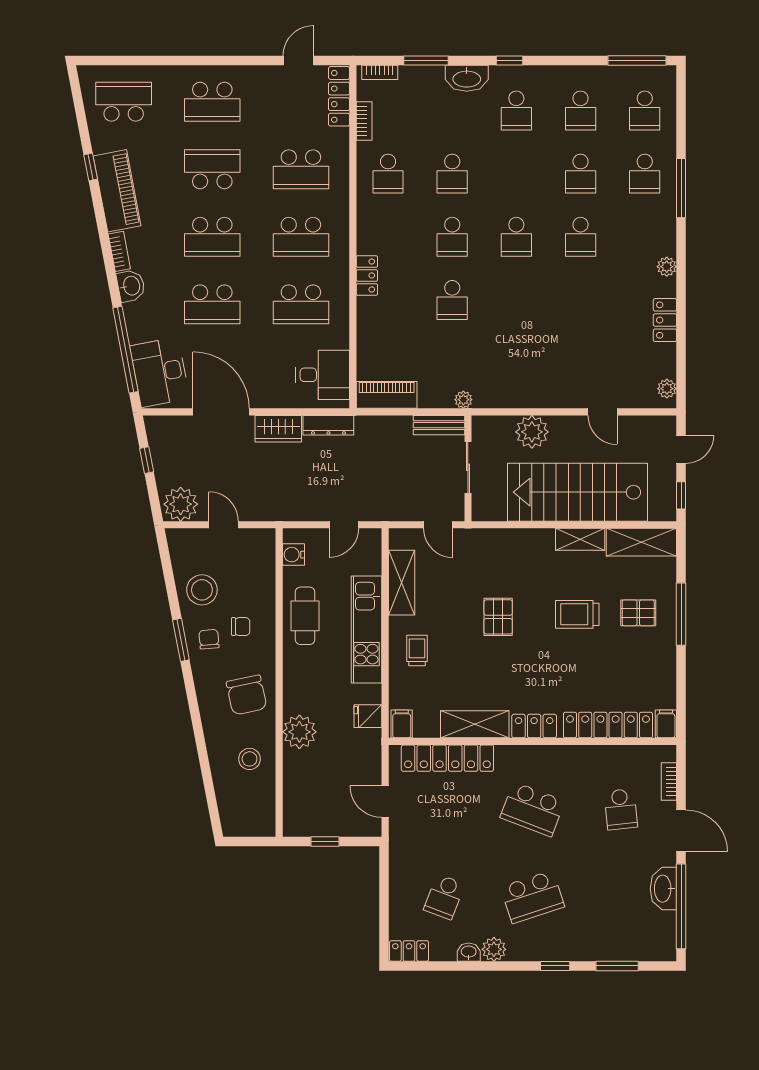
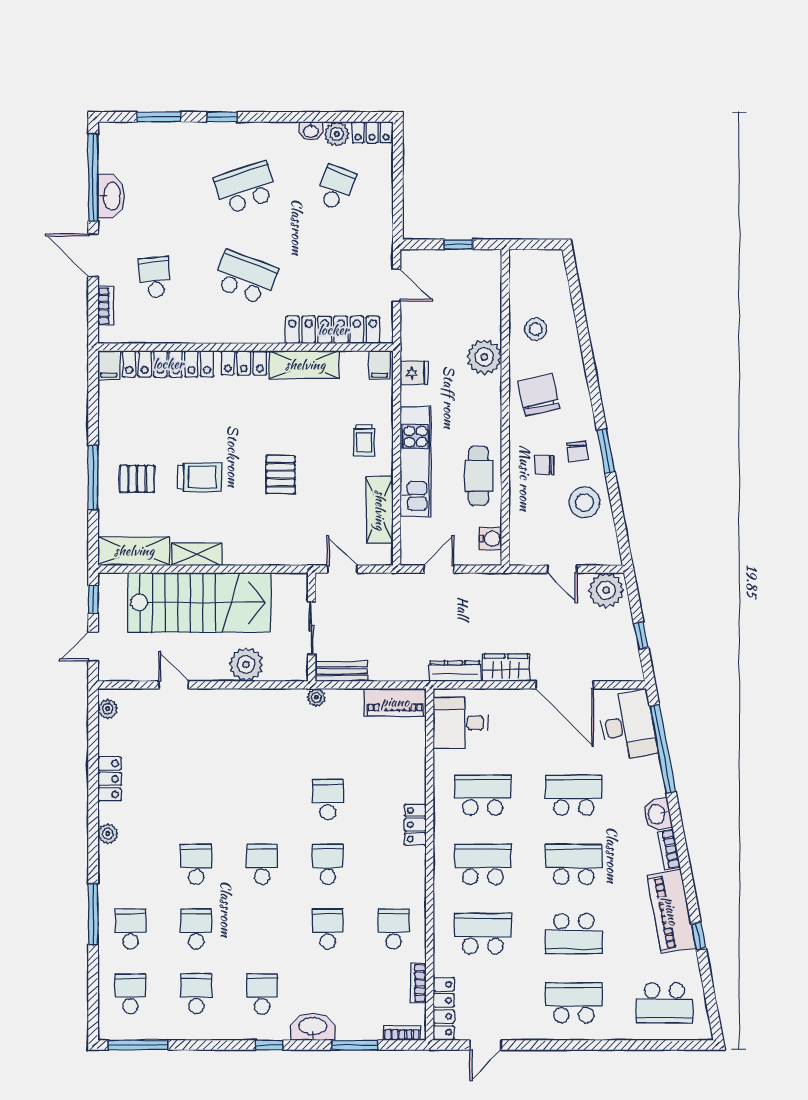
plant: (494, 949) -> (337, 134), moved

